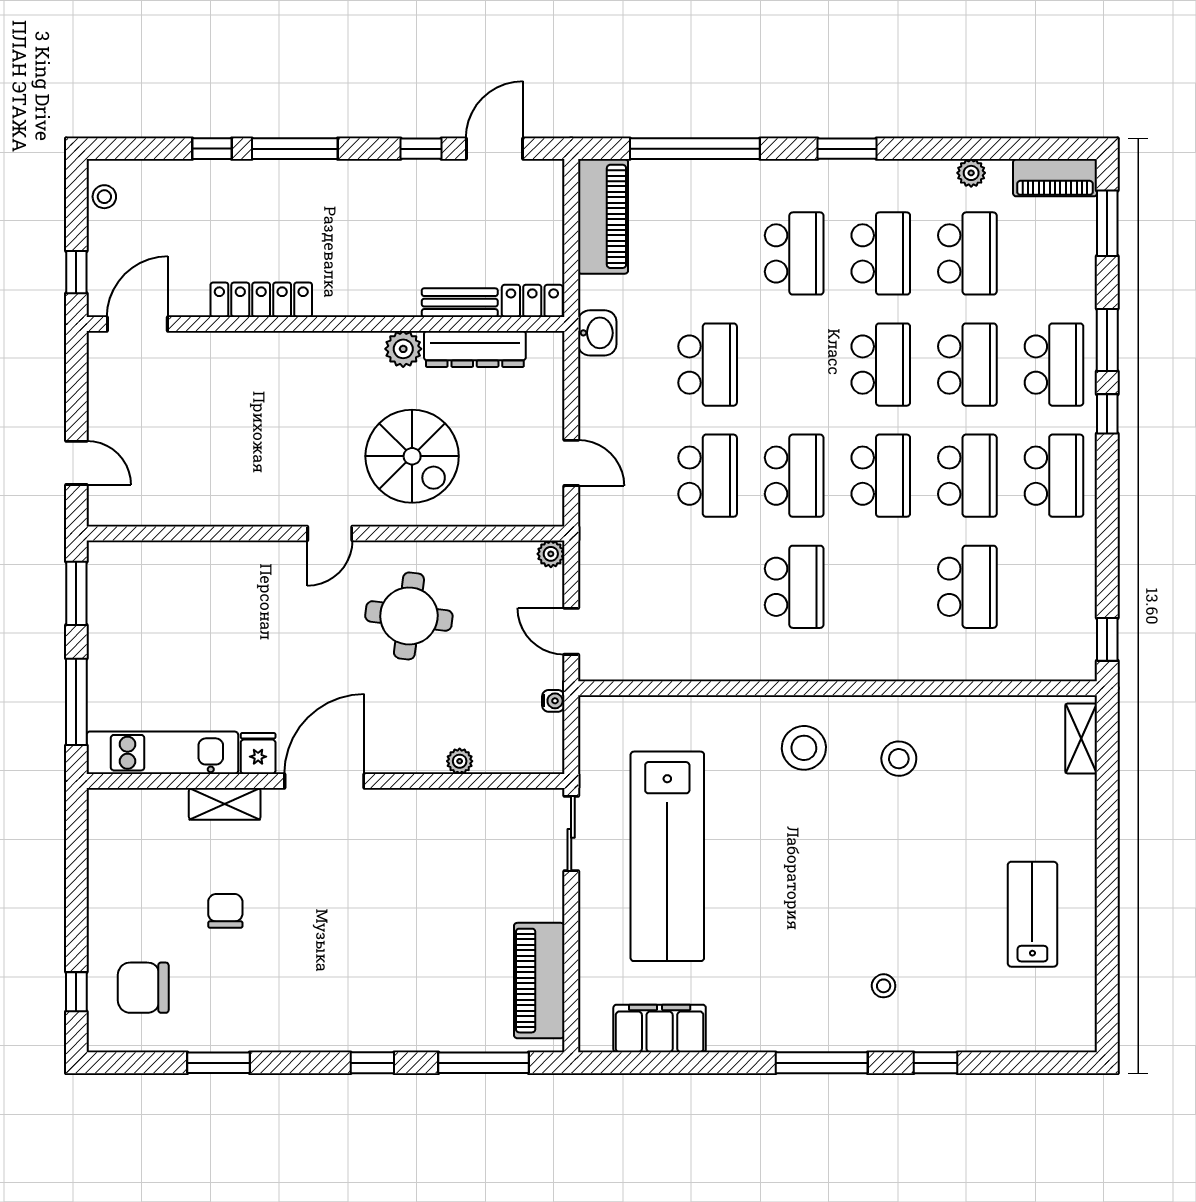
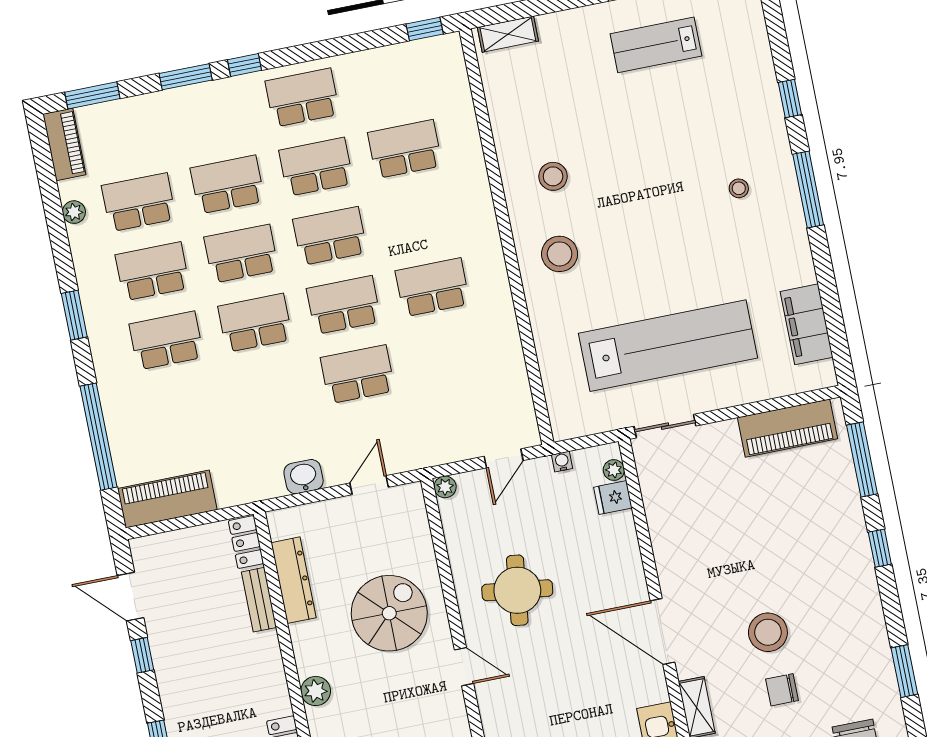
washbasin: (597, 333) -> (304, 477), moved
plant: (403, 349) -> (316, 691), moved
school desk: (708, 365) -> (255, 323), moved
school desk: (1054, 365) -> (214, 115), removed
fridge: (258, 753) -> (613, 498), moved
plant: (460, 761) -> (614, 470), moved
stool: (298, 908) -> (768, 632), added
stool: (884, 986) -> (739, 188), moved

